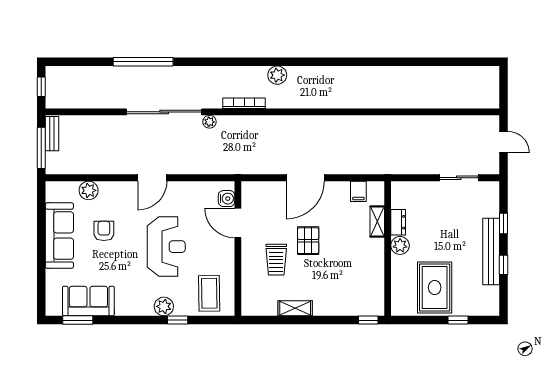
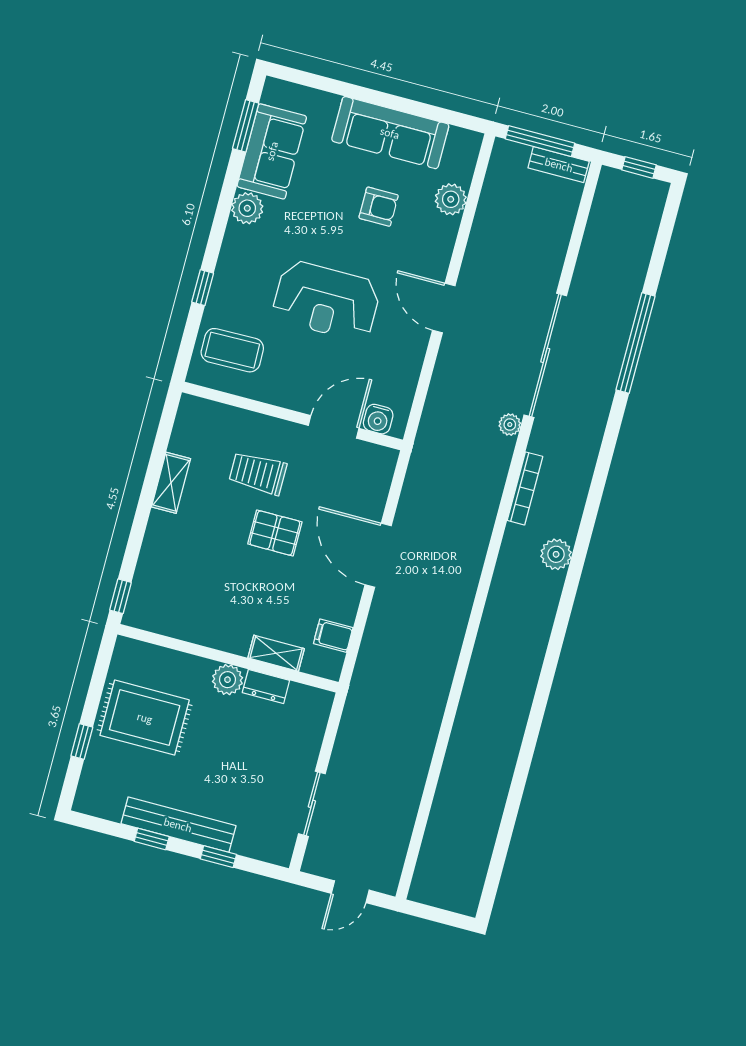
plant: (164, 306) -> (247, 208), moved

